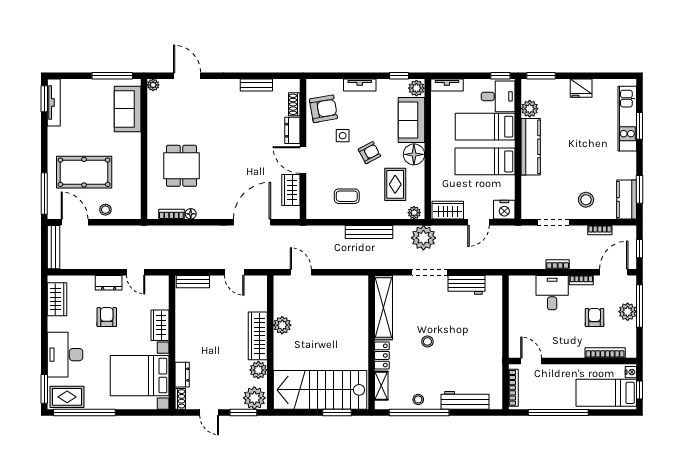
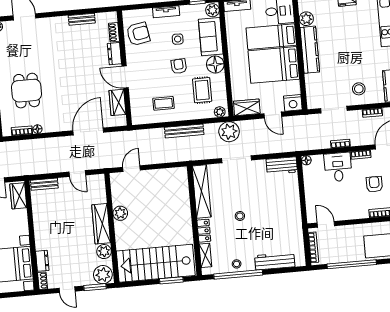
side table: (343, 136) -> (178, 39), moved
armchair: (369, 153) -> (179, 66), turned -66
bed: (485, 161) -> (274, 65), width x1.50
door: (478, 222) -> (273, 115), hinge flipped
door: (301, 272) -> (132, 169), hinge flipped
floor lamp: (514, 281) -> (306, 160), added
workbench: (466, 285) -> (282, 166), moved
wardrobe: (160, 325) -> (18, 196), moved

